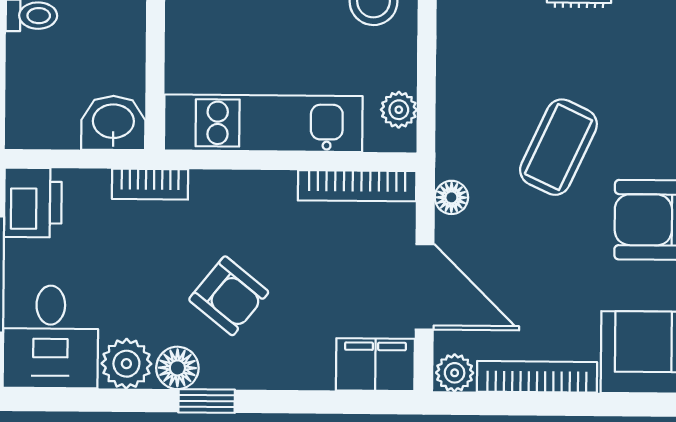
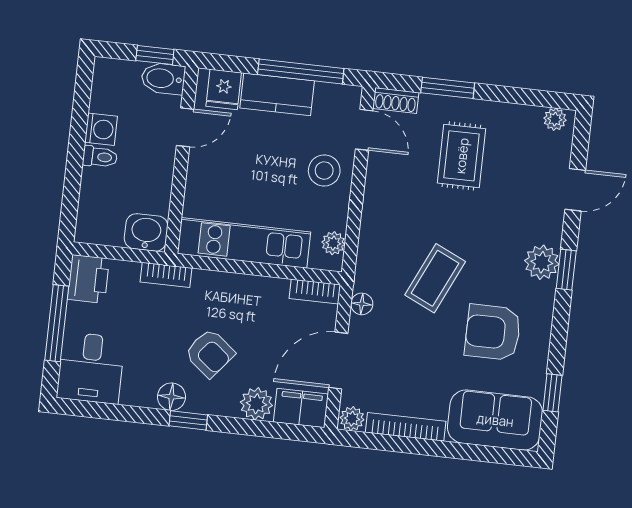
bookcase: (357, 186) -> (315, 292), width x0.64
door: (425, 287) -> (338, 360), swing flipped
plant: (126, 364) -> (256, 404), moved

